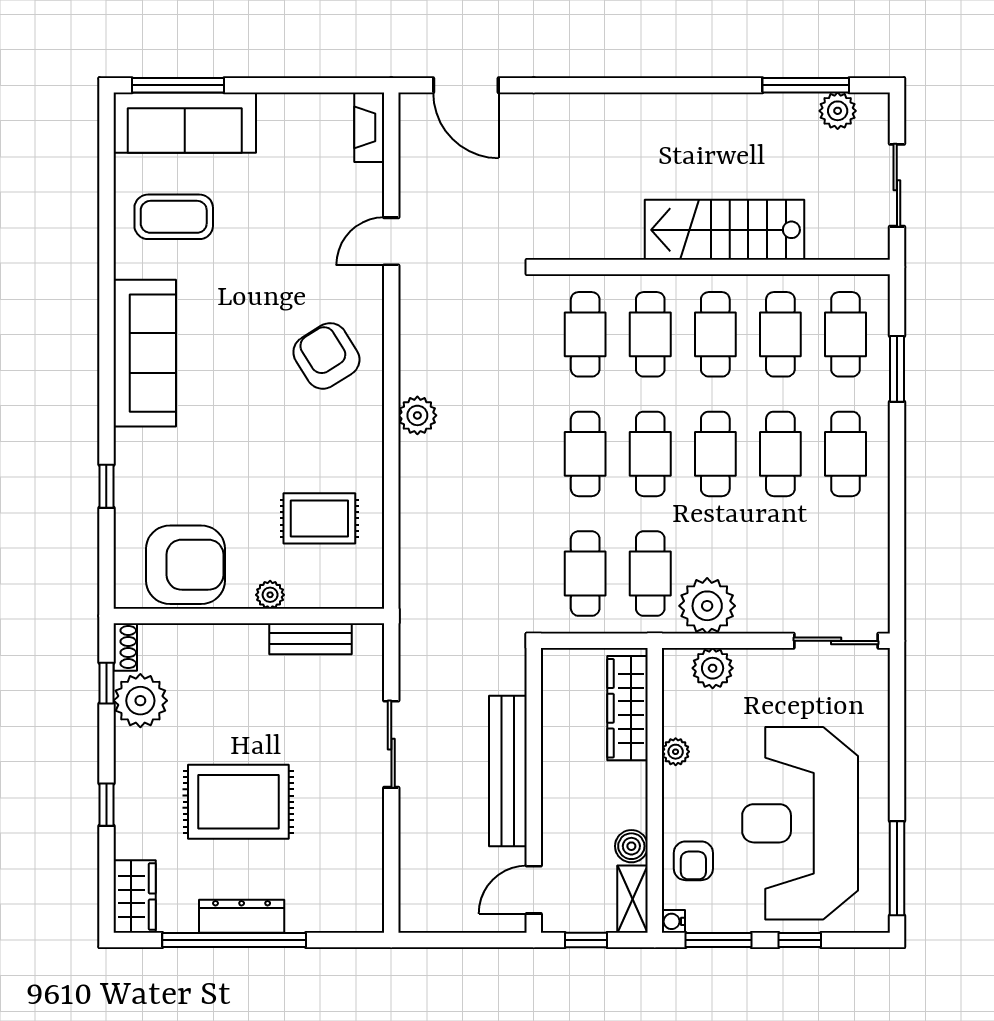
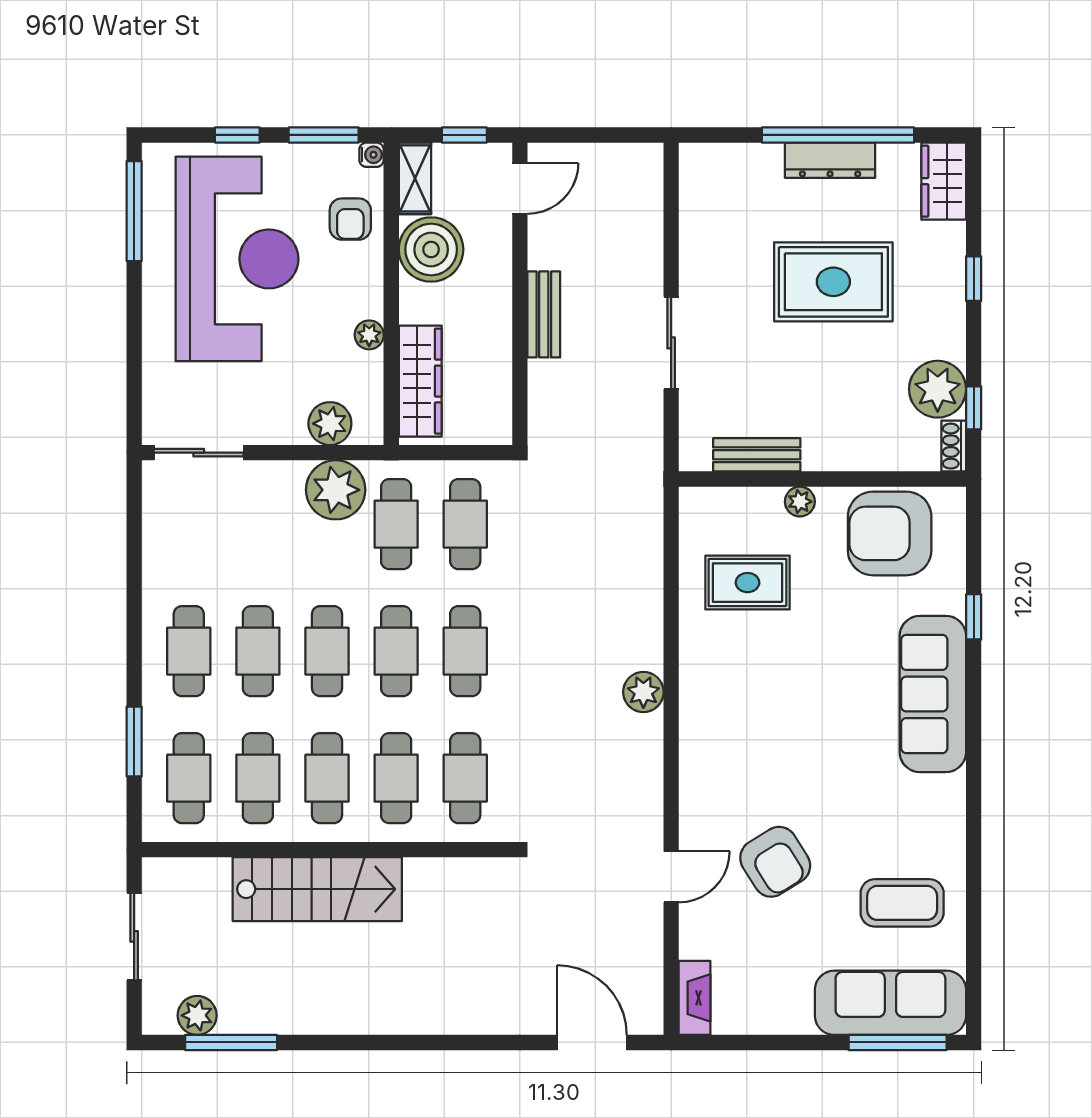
sofa: (145, 353) -> (933, 694), moved
armchair: (326, 356) -> (775, 862), moved
bench: (508, 771) -> (544, 314), width x0.54, depth x0.82
boiler: (631, 846) -> (431, 249), width x1.86, depth x1.86
armchair: (693, 861) -> (350, 219), turned 180

